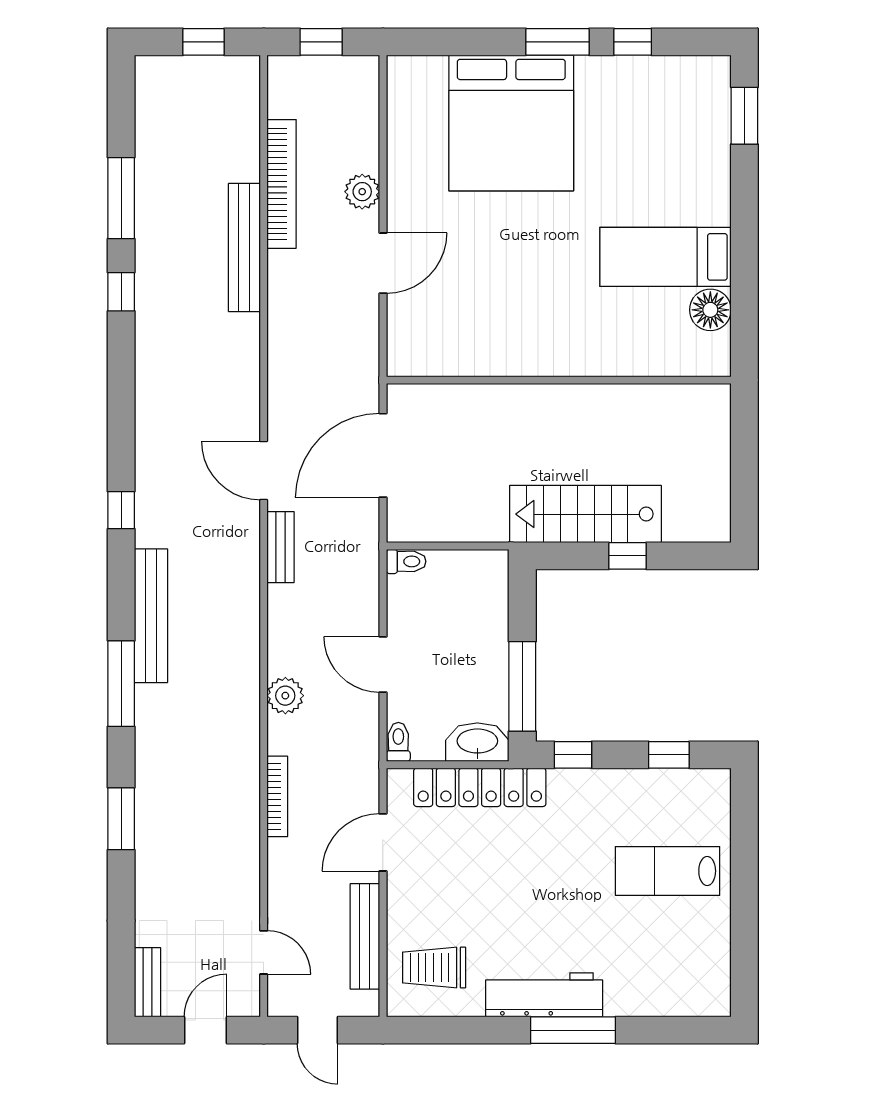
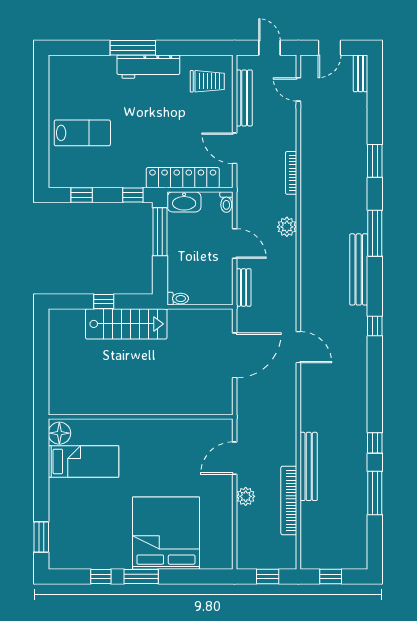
wall: (559, 380) -> (141, 417), moved
bench: (280, 547) -> (244, 288), moved
toilet: (406, 561) -> (178, 299), moved, turned 180
door: (383, 842) -> (235, 148), swing flipped

